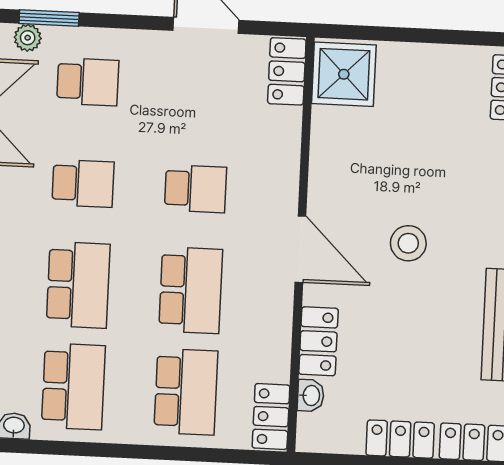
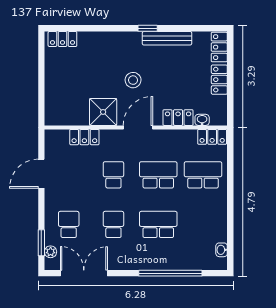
locker: (287, 71) -> (84, 137), moved
shower: (344, 74) -> (103, 112), moved
school desk: (73, 386) -> (203, 224), removed

